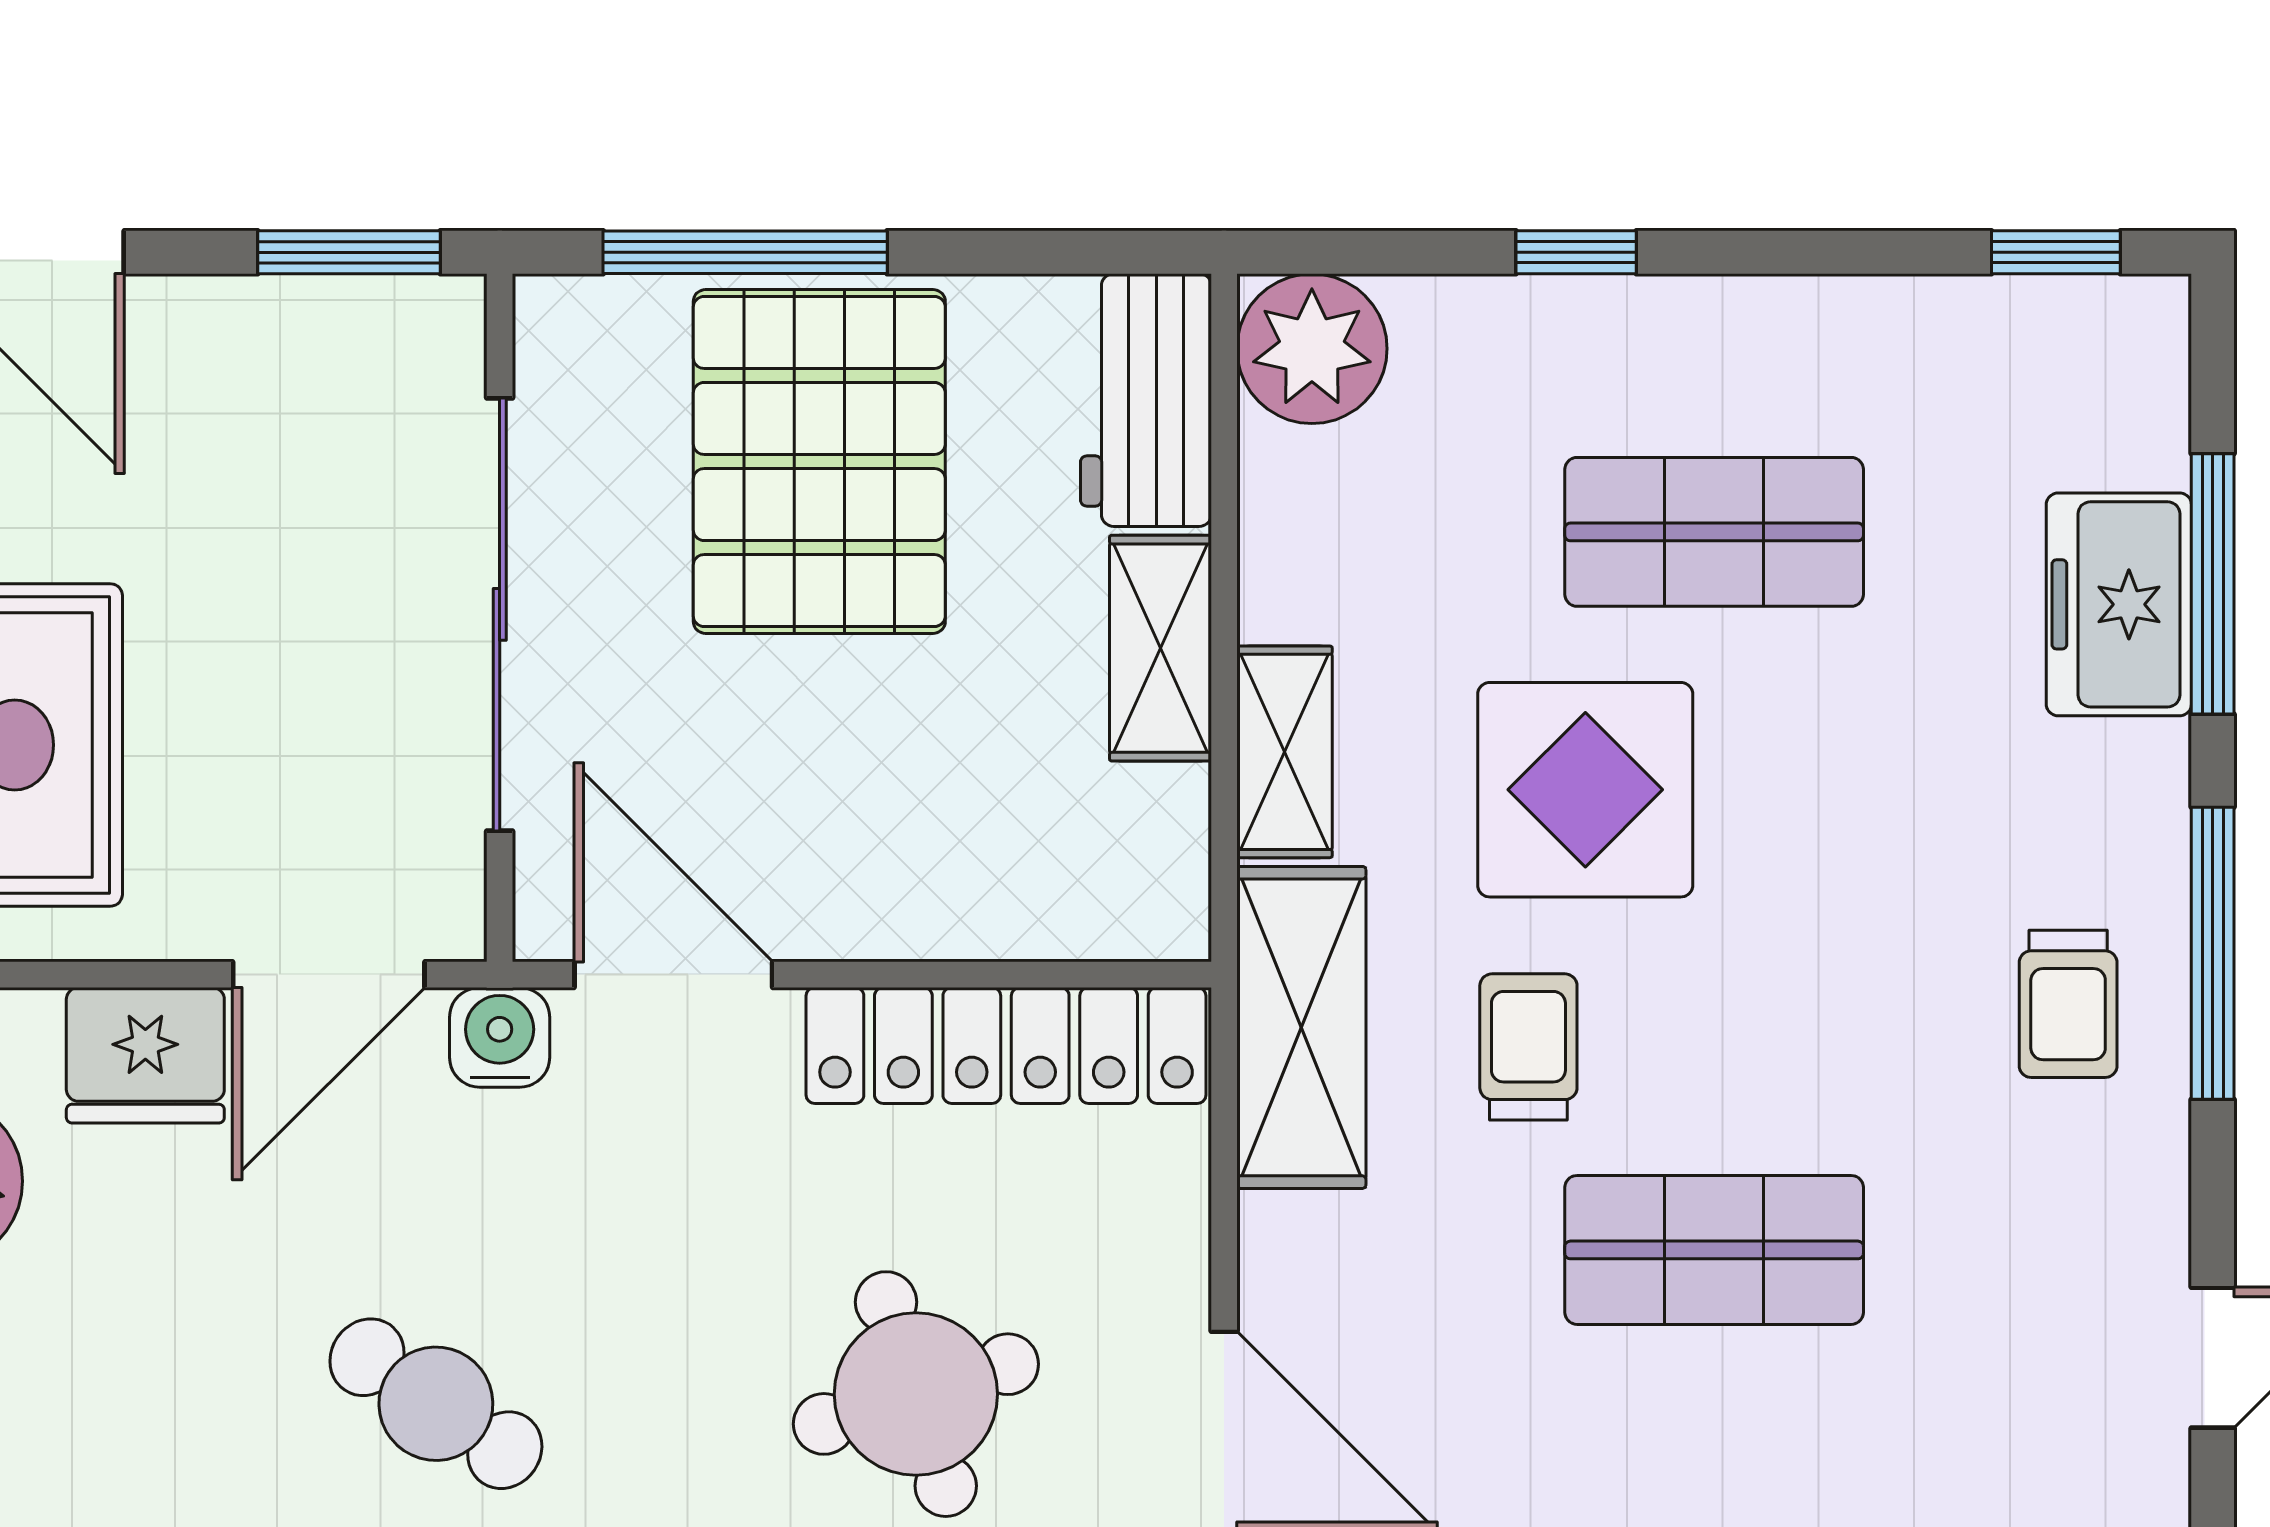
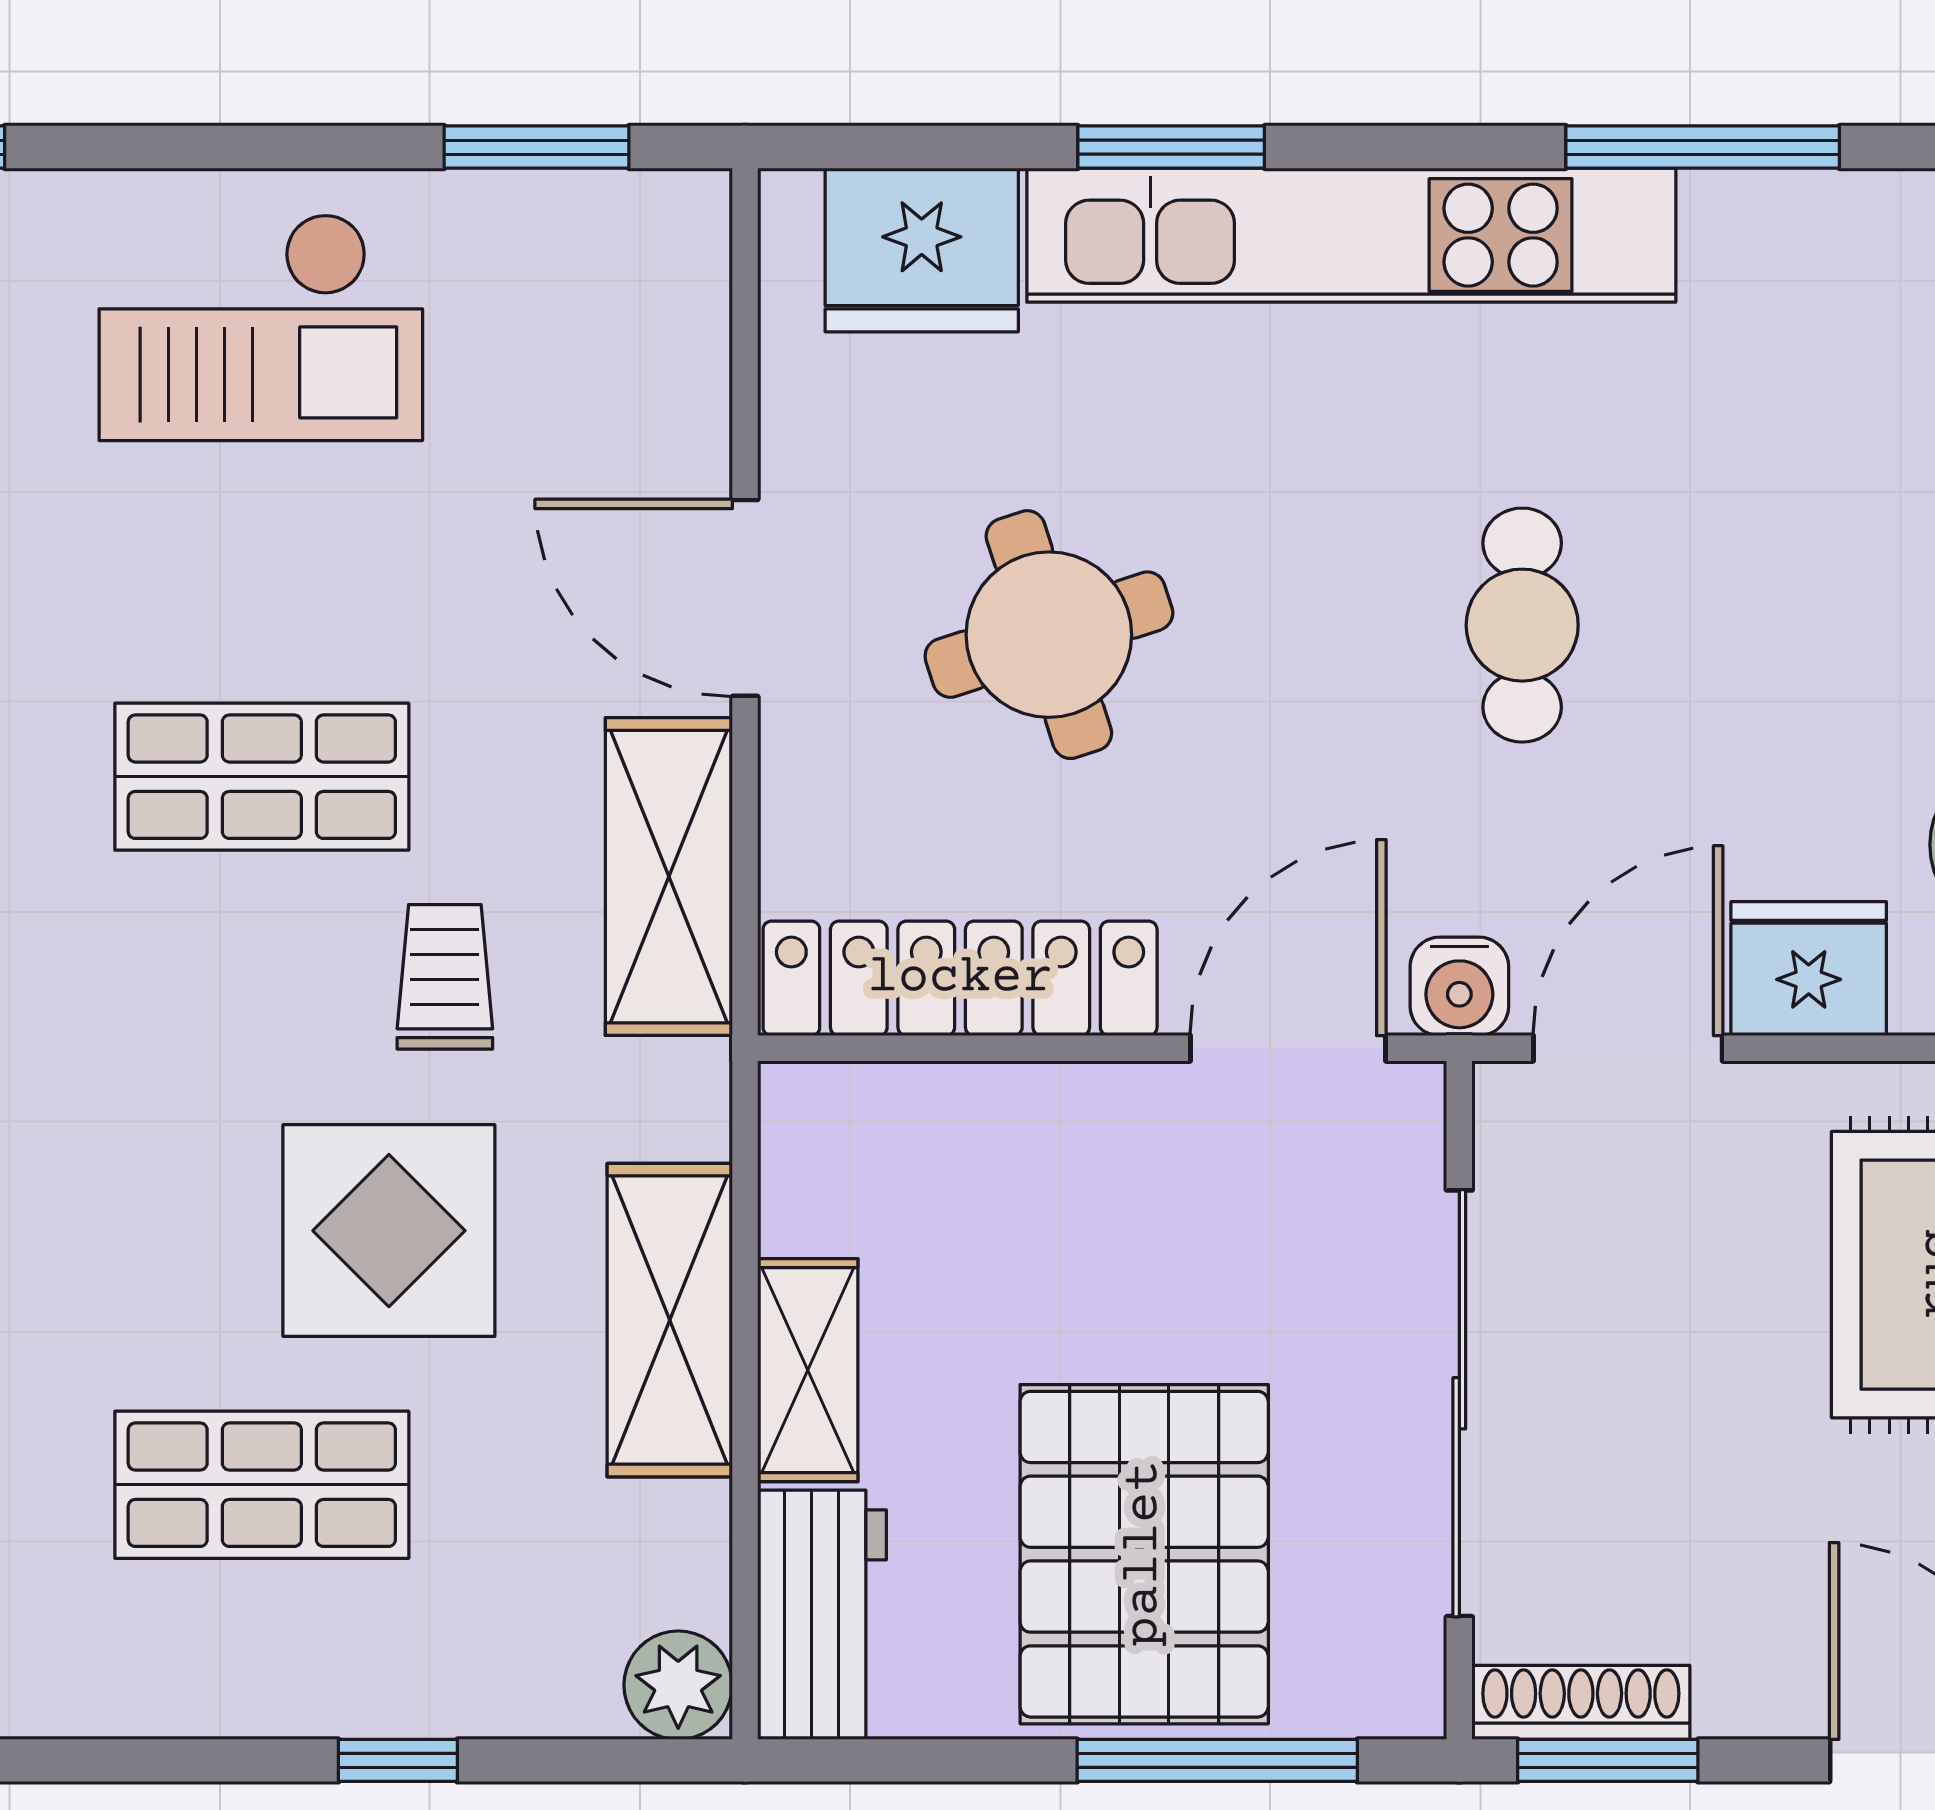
shoe rack: (376, 311) -> (1581, 1702), added
plant: (1312, 349) -> (678, 1685), width x0.73, depth x0.73
shelving: (1285, 752) -> (670, 1320), width x1.50, depth x1.33
door: (673, 975) -> (1288, 1048), swing flipped
shelving: (1301, 1027) -> (669, 877), moved
trolley: (1528, 1047) -> (445, 977), turned 180
cafe table: (436, 1404) -> (1522, 625), turned 56

